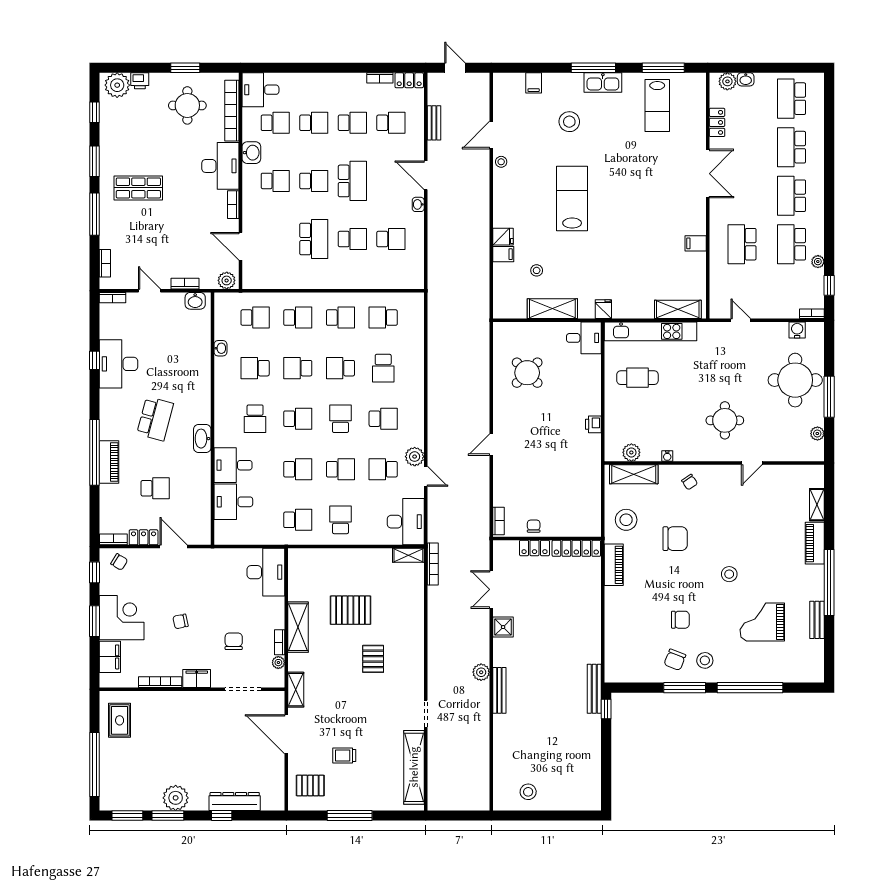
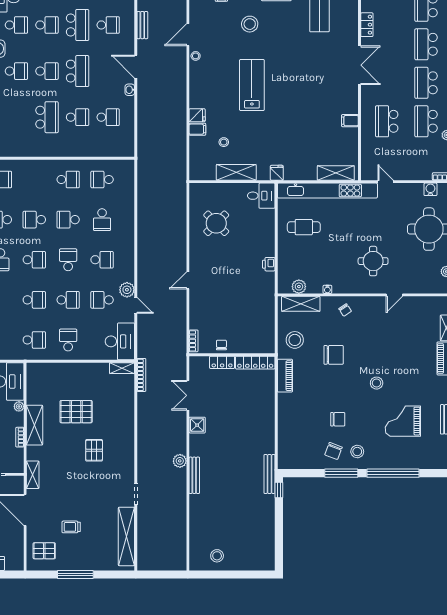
school desk: (352, 123) -> (78, 25), width x1.85
school desk: (298, 318) -> (34, 179), removed
kitchen unit: (651, 331) -> (327, 191), width x1.36
plant: (278, 663) -> (19, 406), moved

